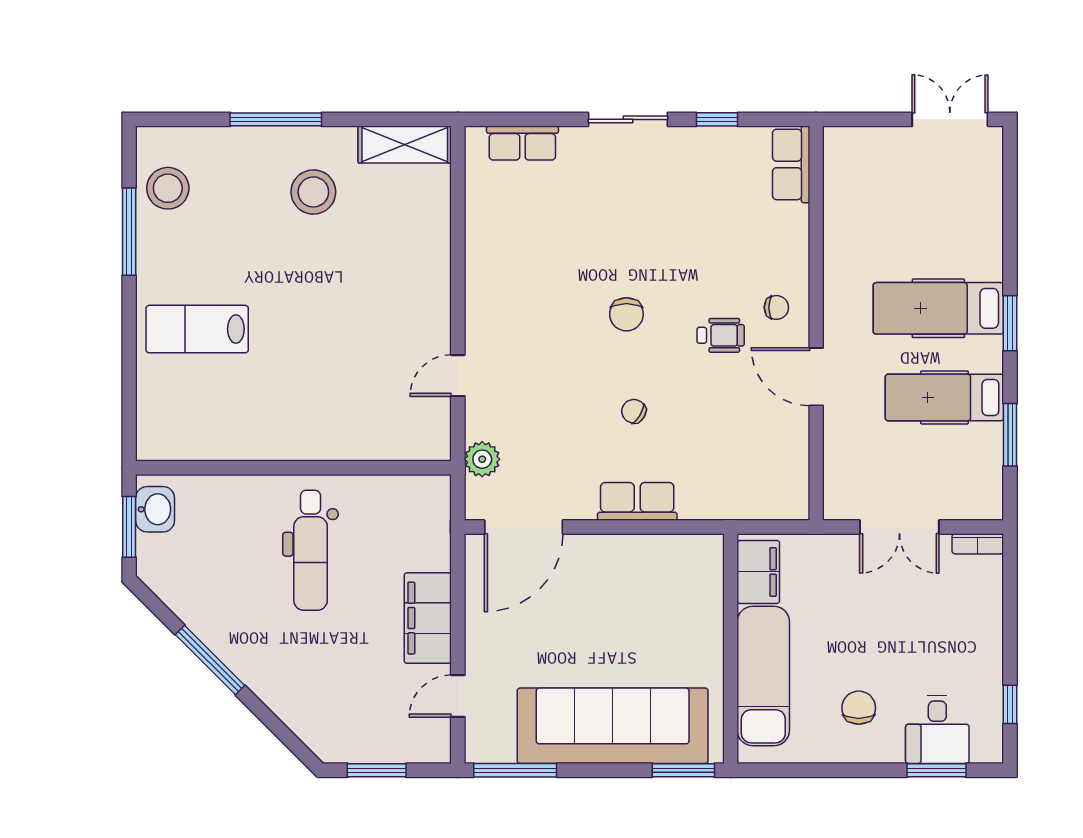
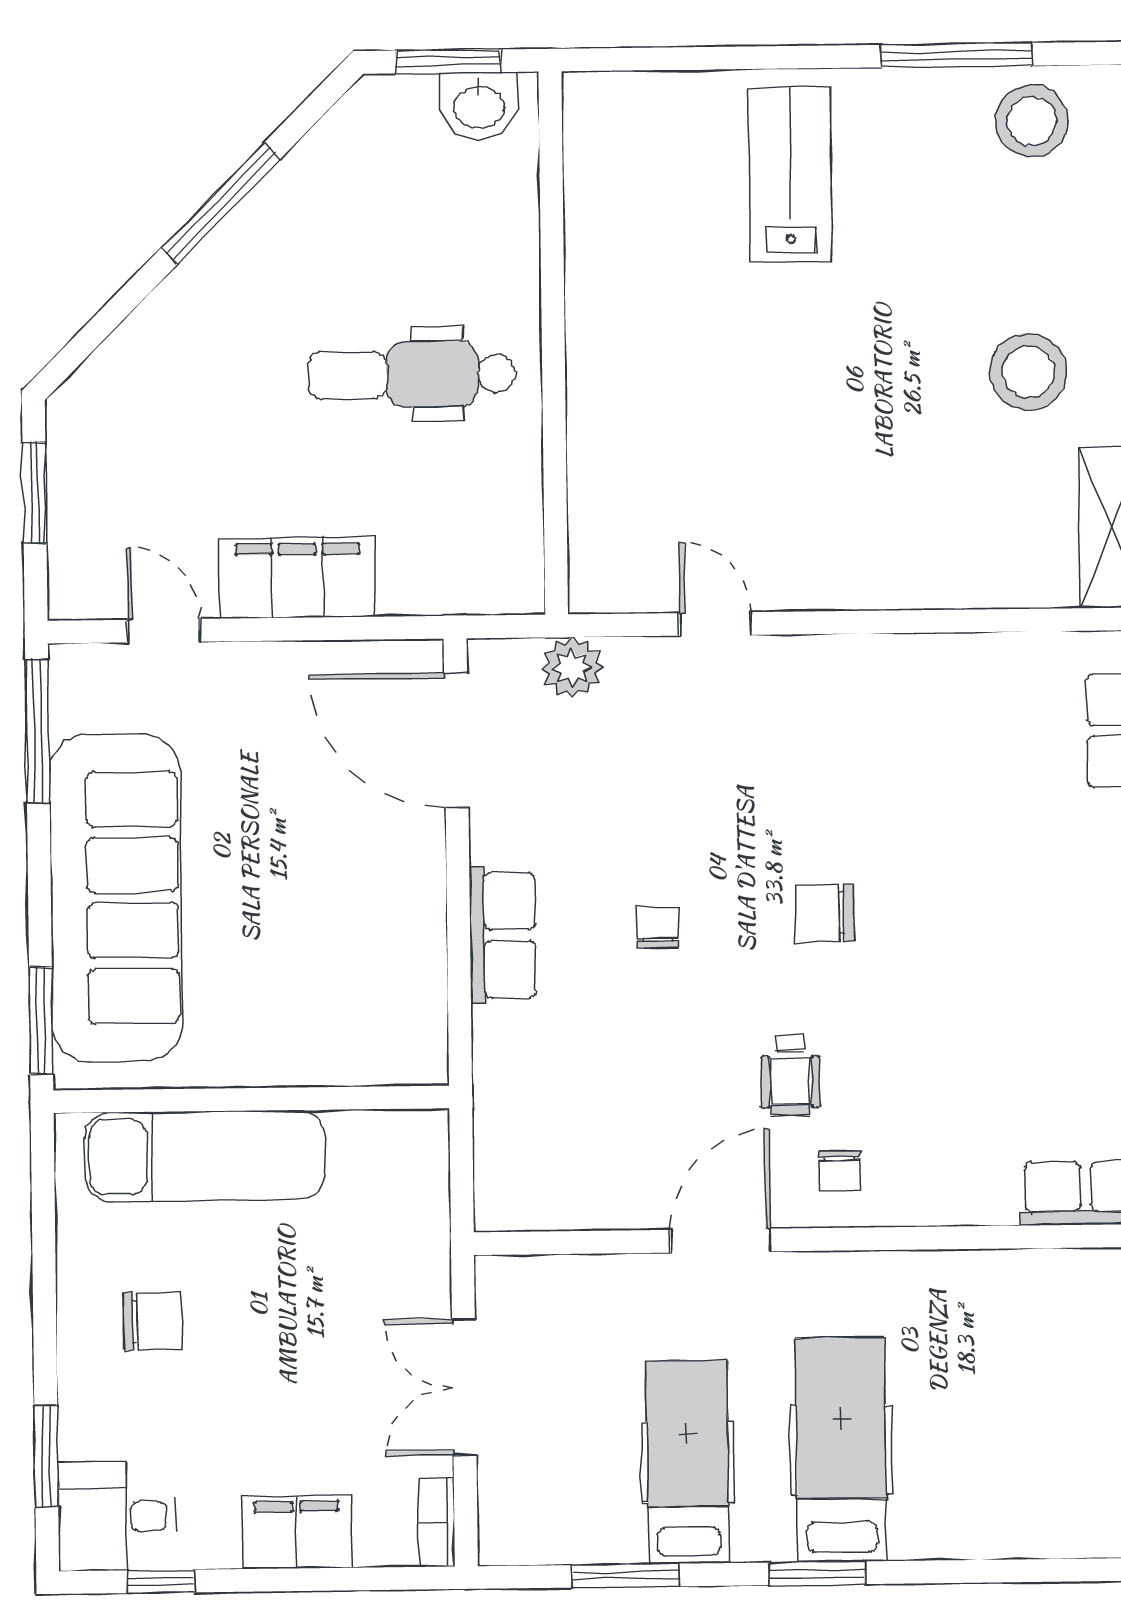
chair: (634, 411) -> (658, 928), turned -31
filing cabinet: (758, 572) -> (297, 1532), moved, turned 180
desk: (937, 730) -> (117, 1516), moved

